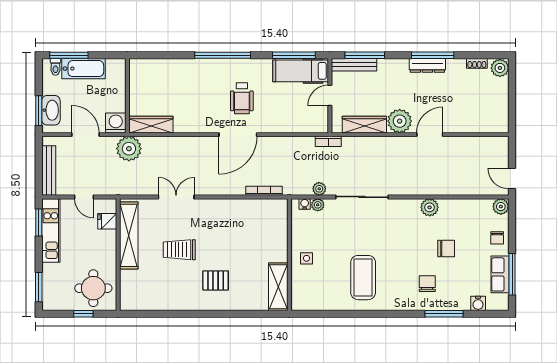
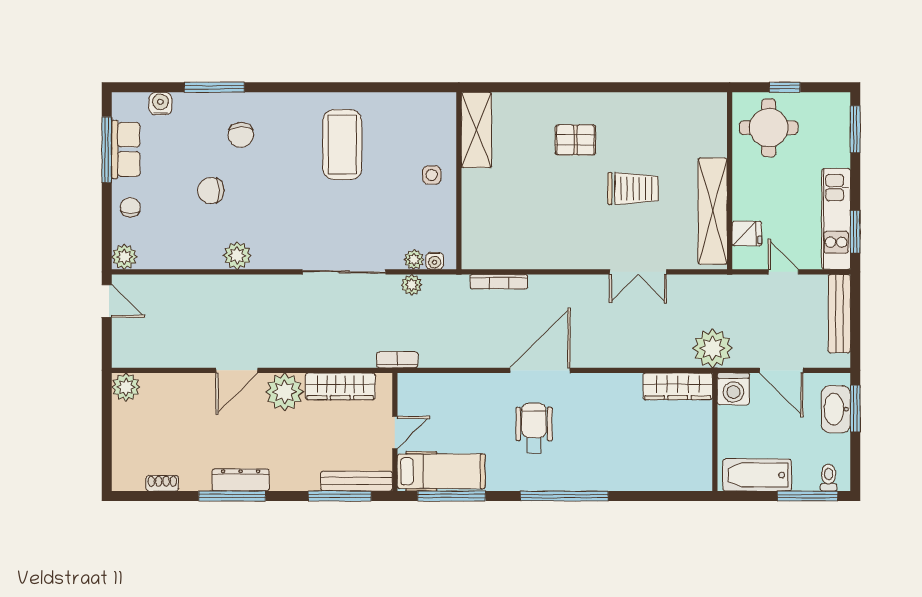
plant: (500, 68) -> (126, 387), moved
bathtub: (84, 69) -> (757, 475), moved

